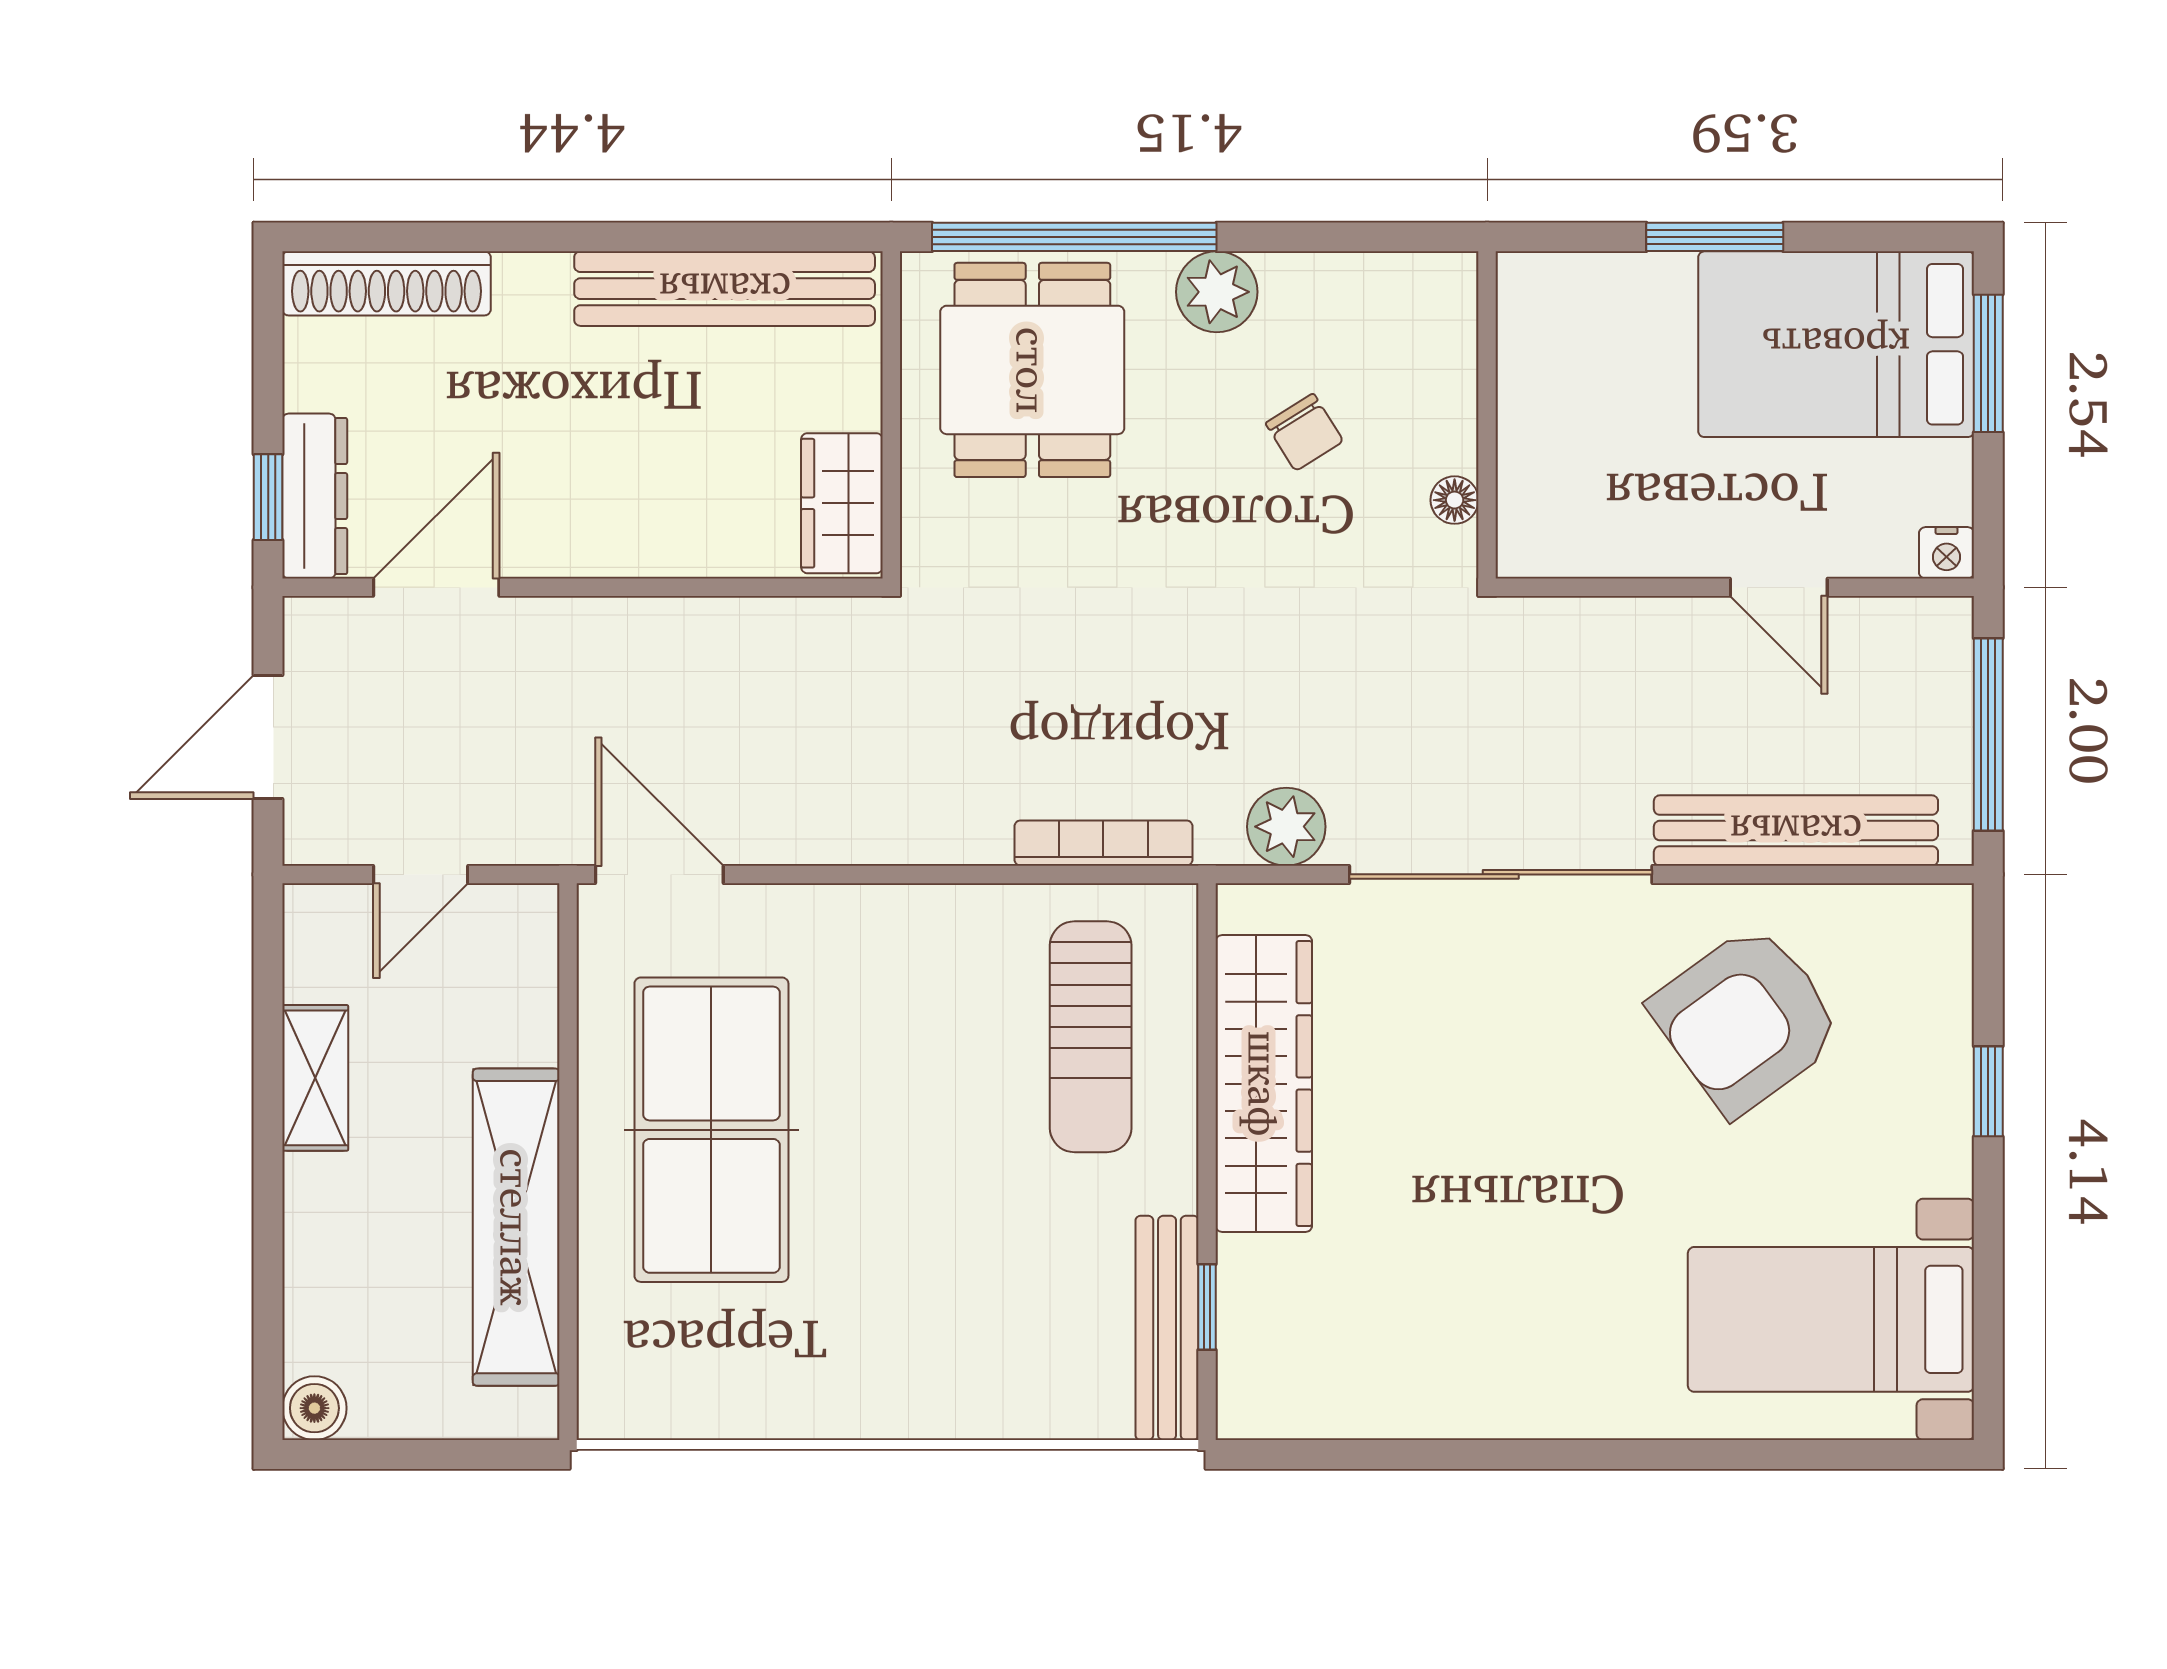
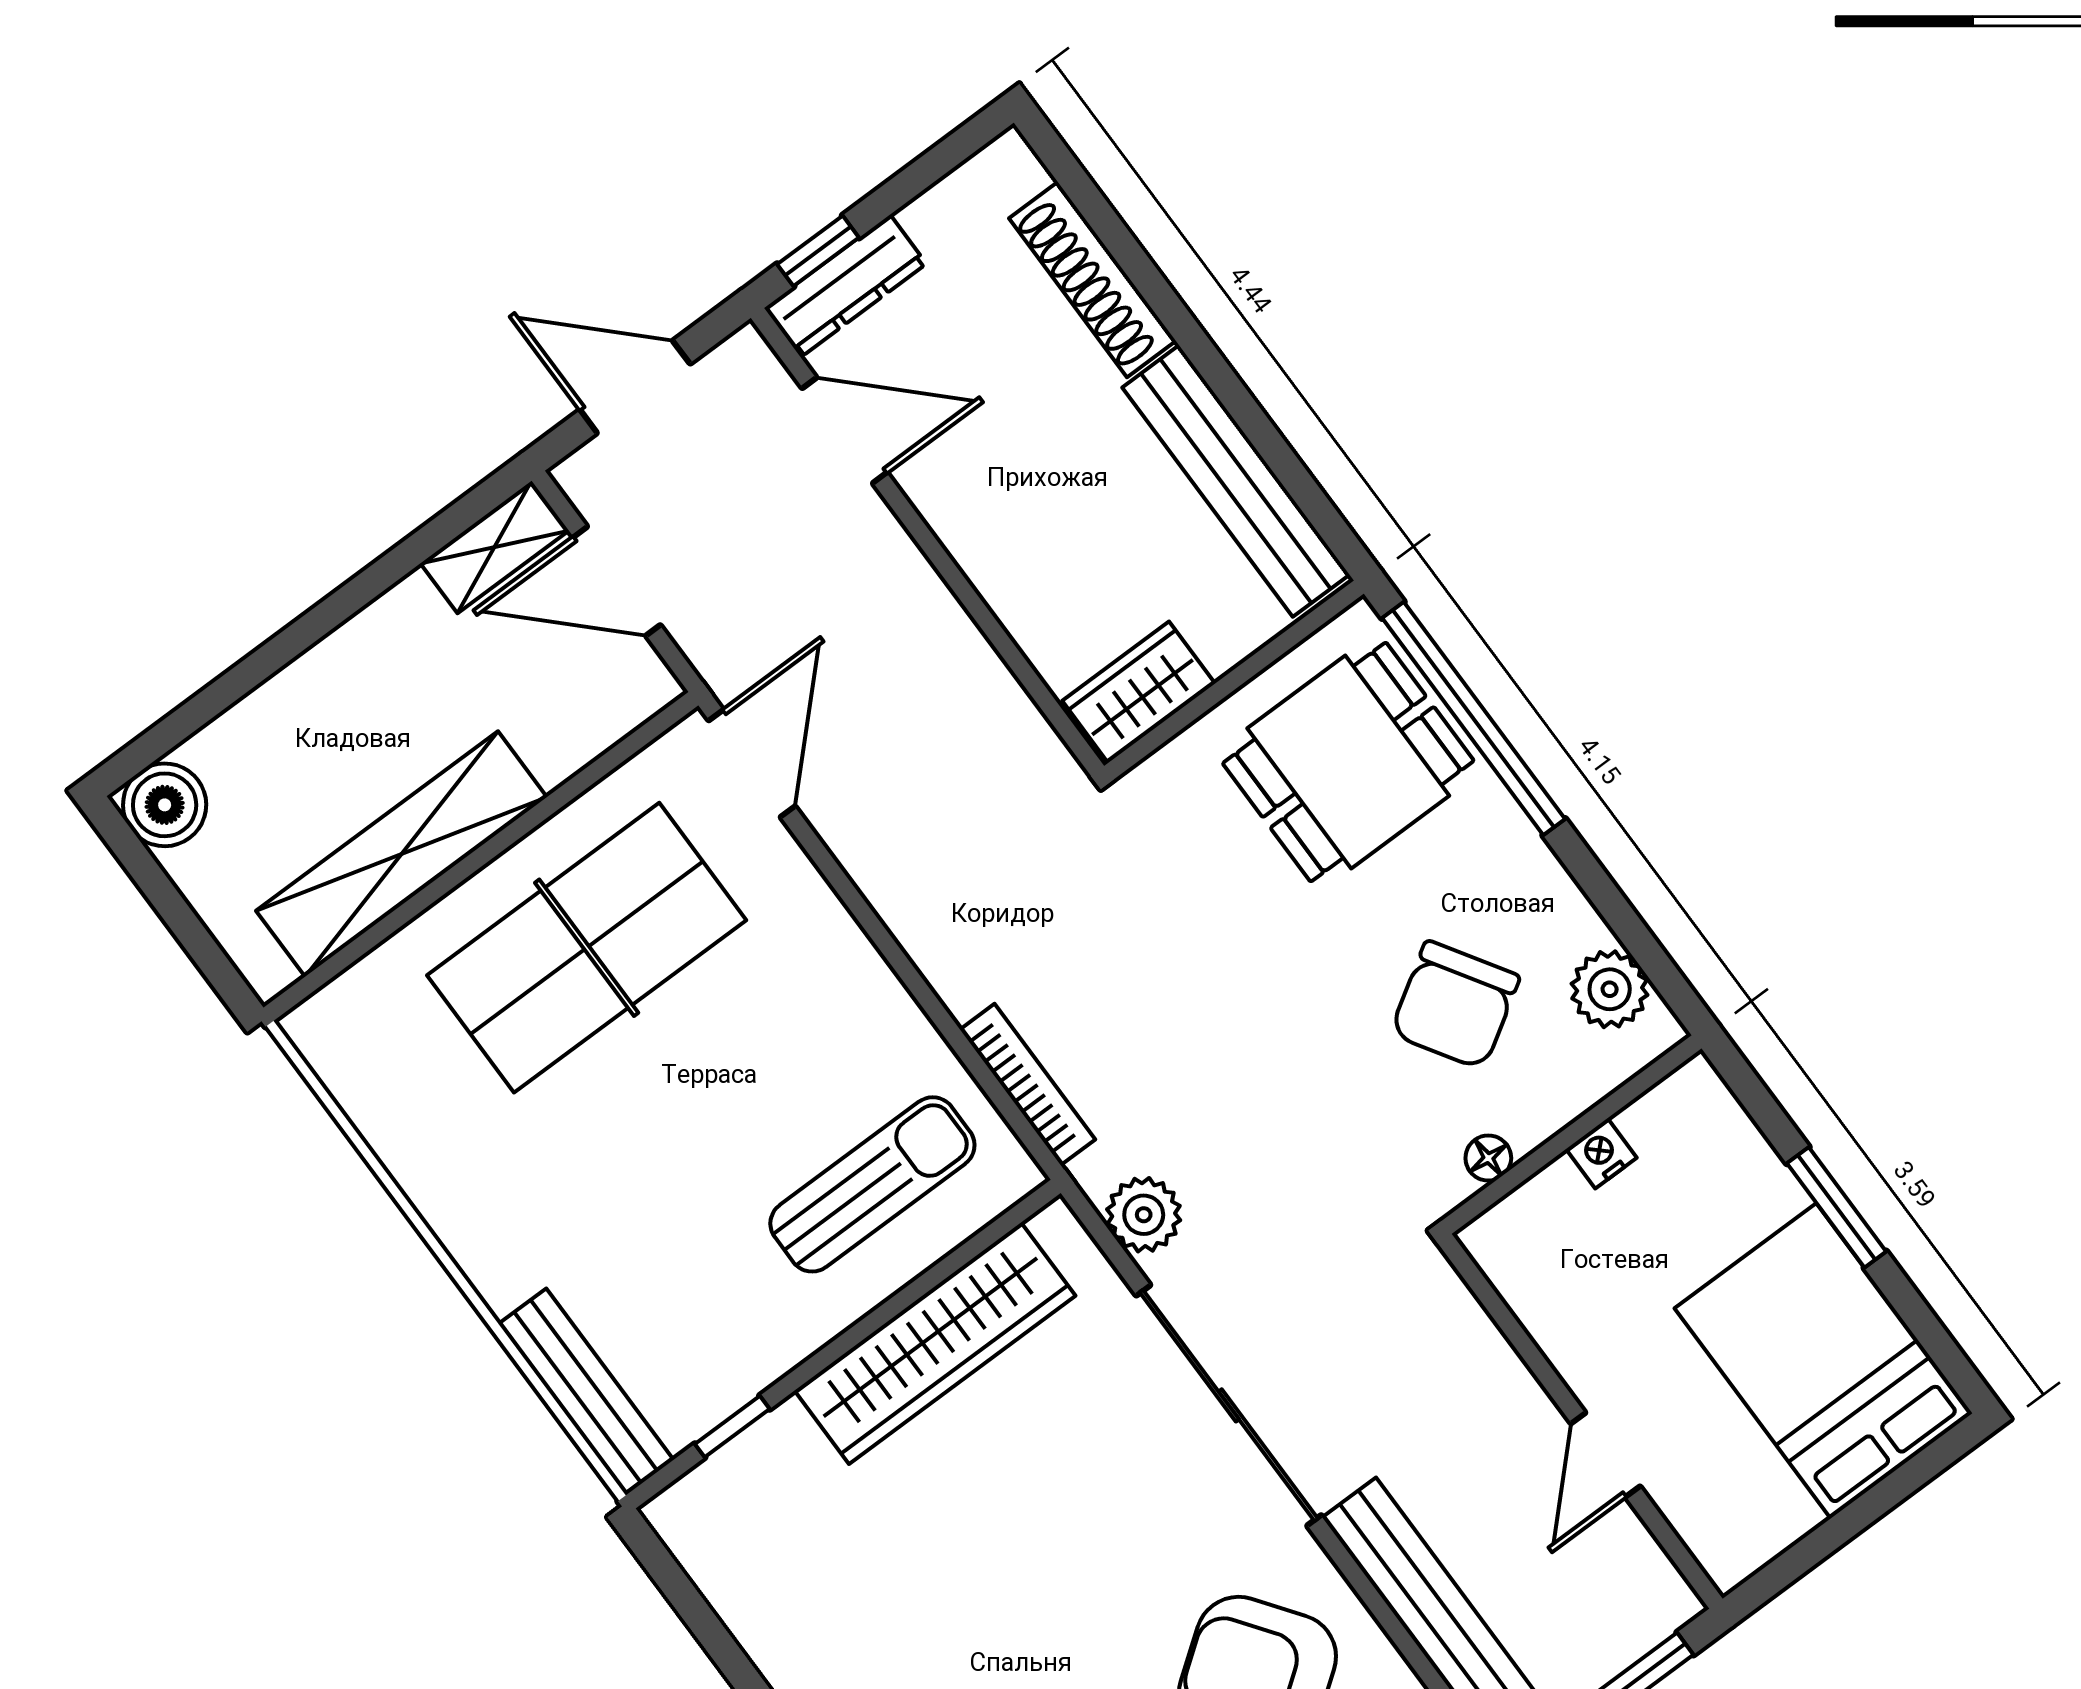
shoe rack: (387, 283) -> (1092, 280), moved
plant: (1217, 292) -> (1610, 989), moved
window: (1988, 363) -> (1895, 1488), removed
chair: (1304, 432) -> (1455, 1005), width x1.87, depth x1.87
nightstand: (1947, 553) -> (1601, 1153), moved, turned 90
door: (421, 874) -> (617, 581), width x1.38
sun lounger: (1091, 1037) -> (872, 1184), turned 180
shelving: (315, 1078) -> (495, 547), moved
bench: (1167, 1328) -> (586, 1392), moved, turned 90
boiler: (314, 1408) -> (165, 805), width x1.36, depth x1.36

